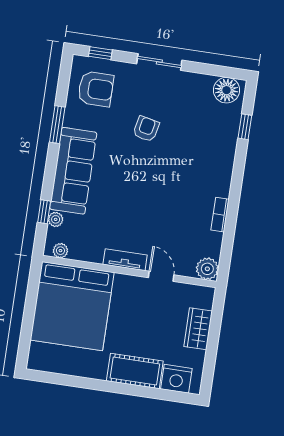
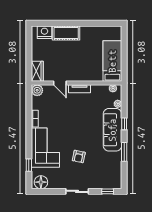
armchair: (96, 89) -> (107, 173), removed
corner sofa: (208, 156) -> (45, 148), added
window: (44, 212) -> (124, 124), moved
bed: (72, 306) -> (112, 61), width x0.49
wardrobe: (198, 329) -> (37, 71), moved

